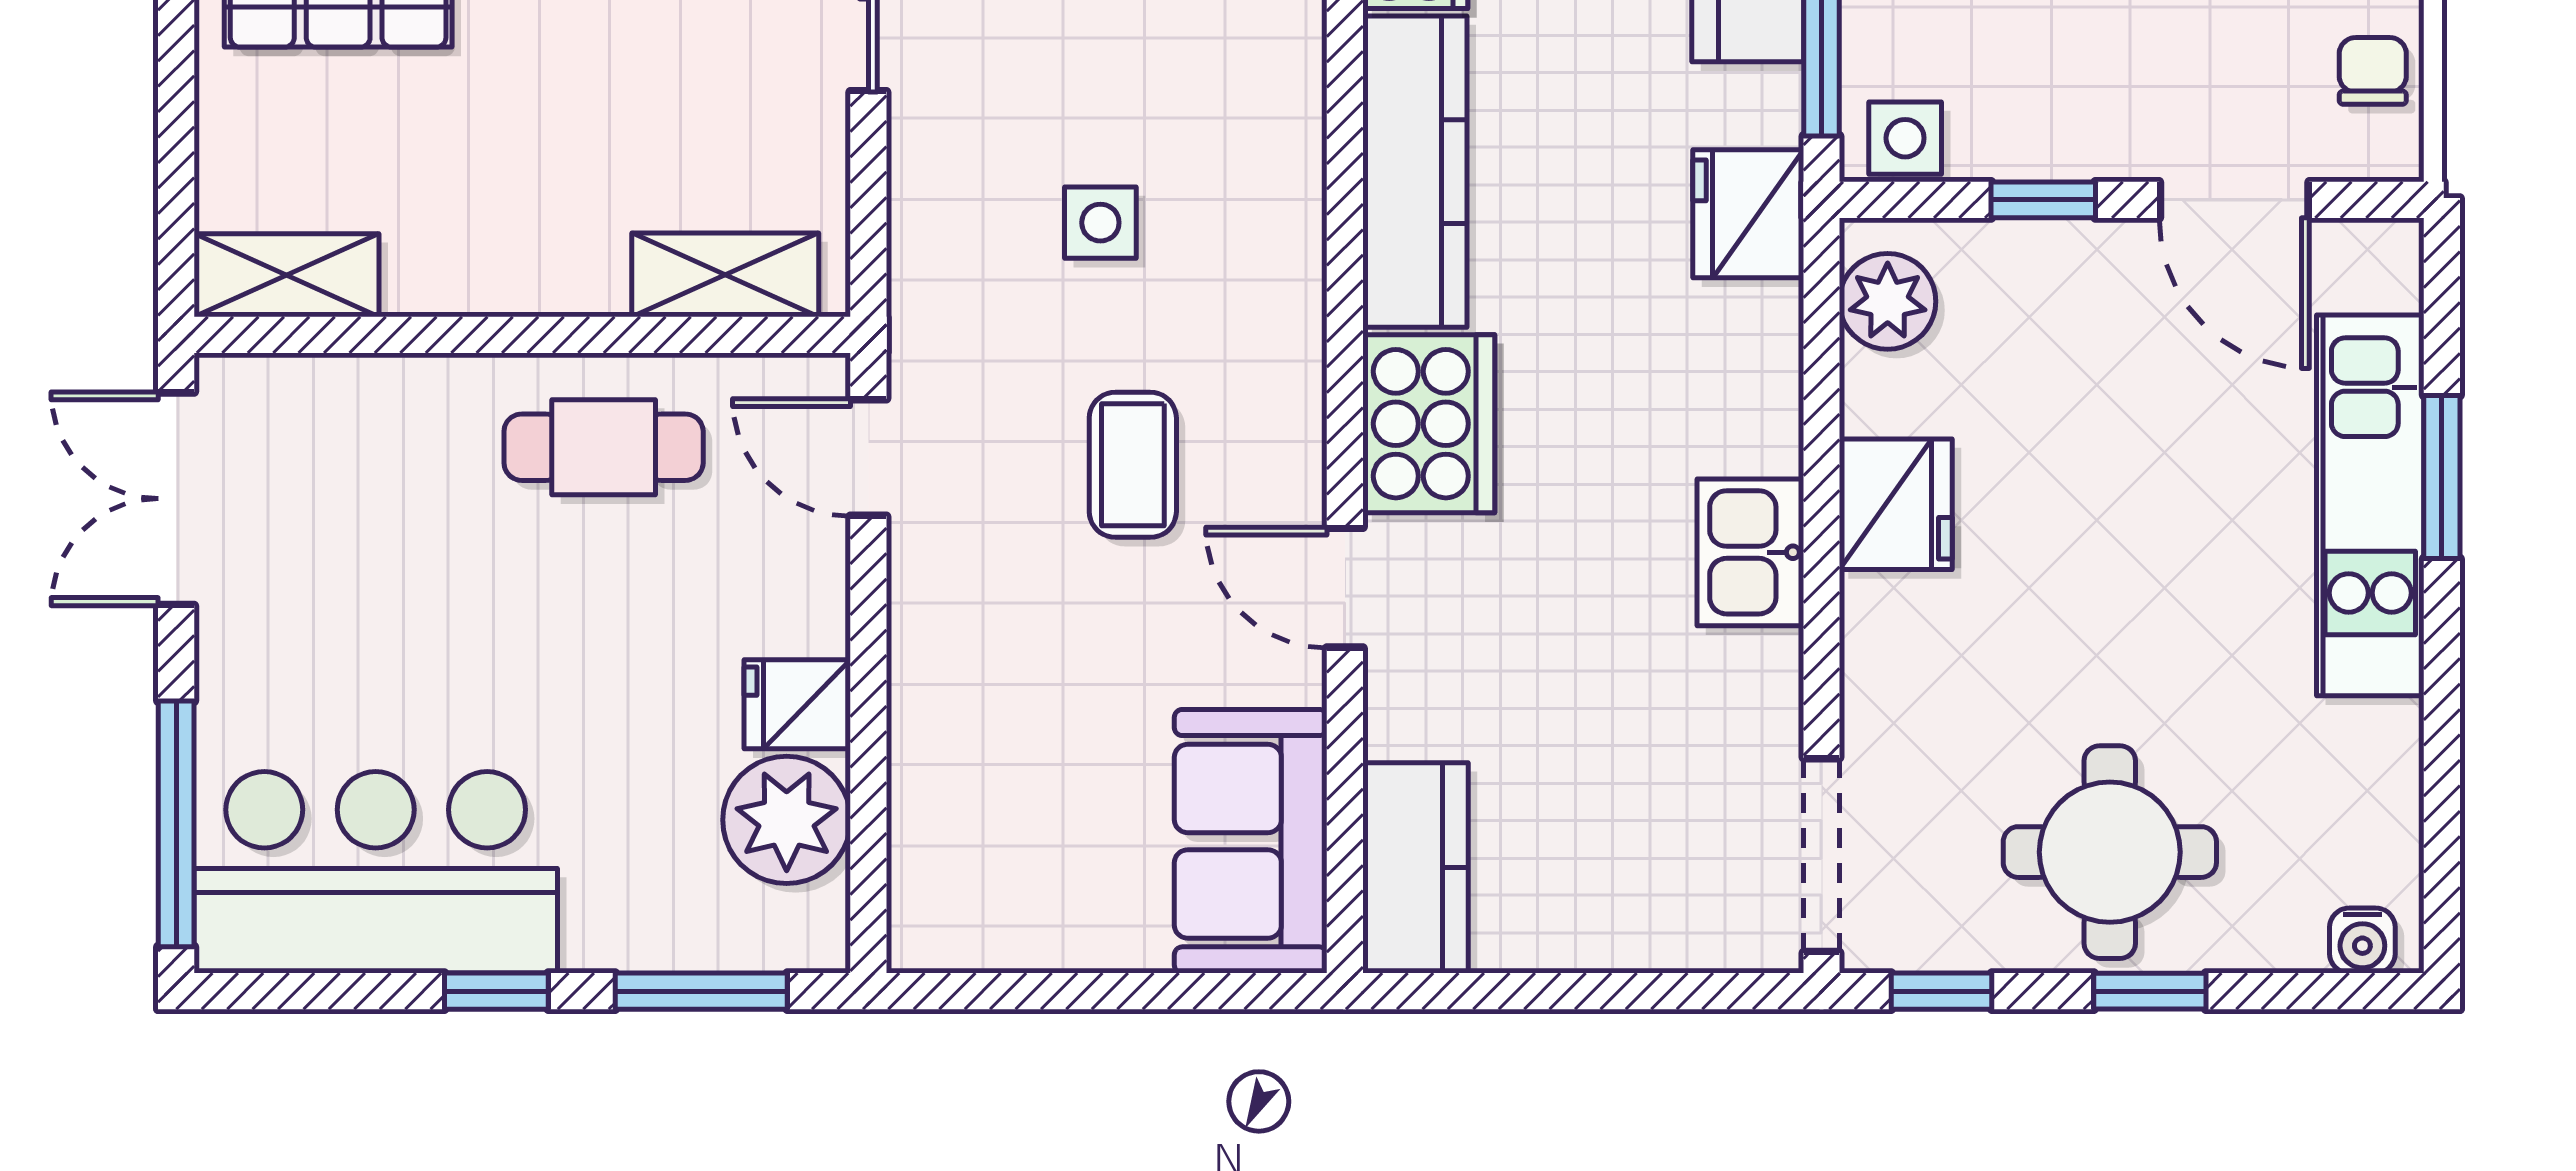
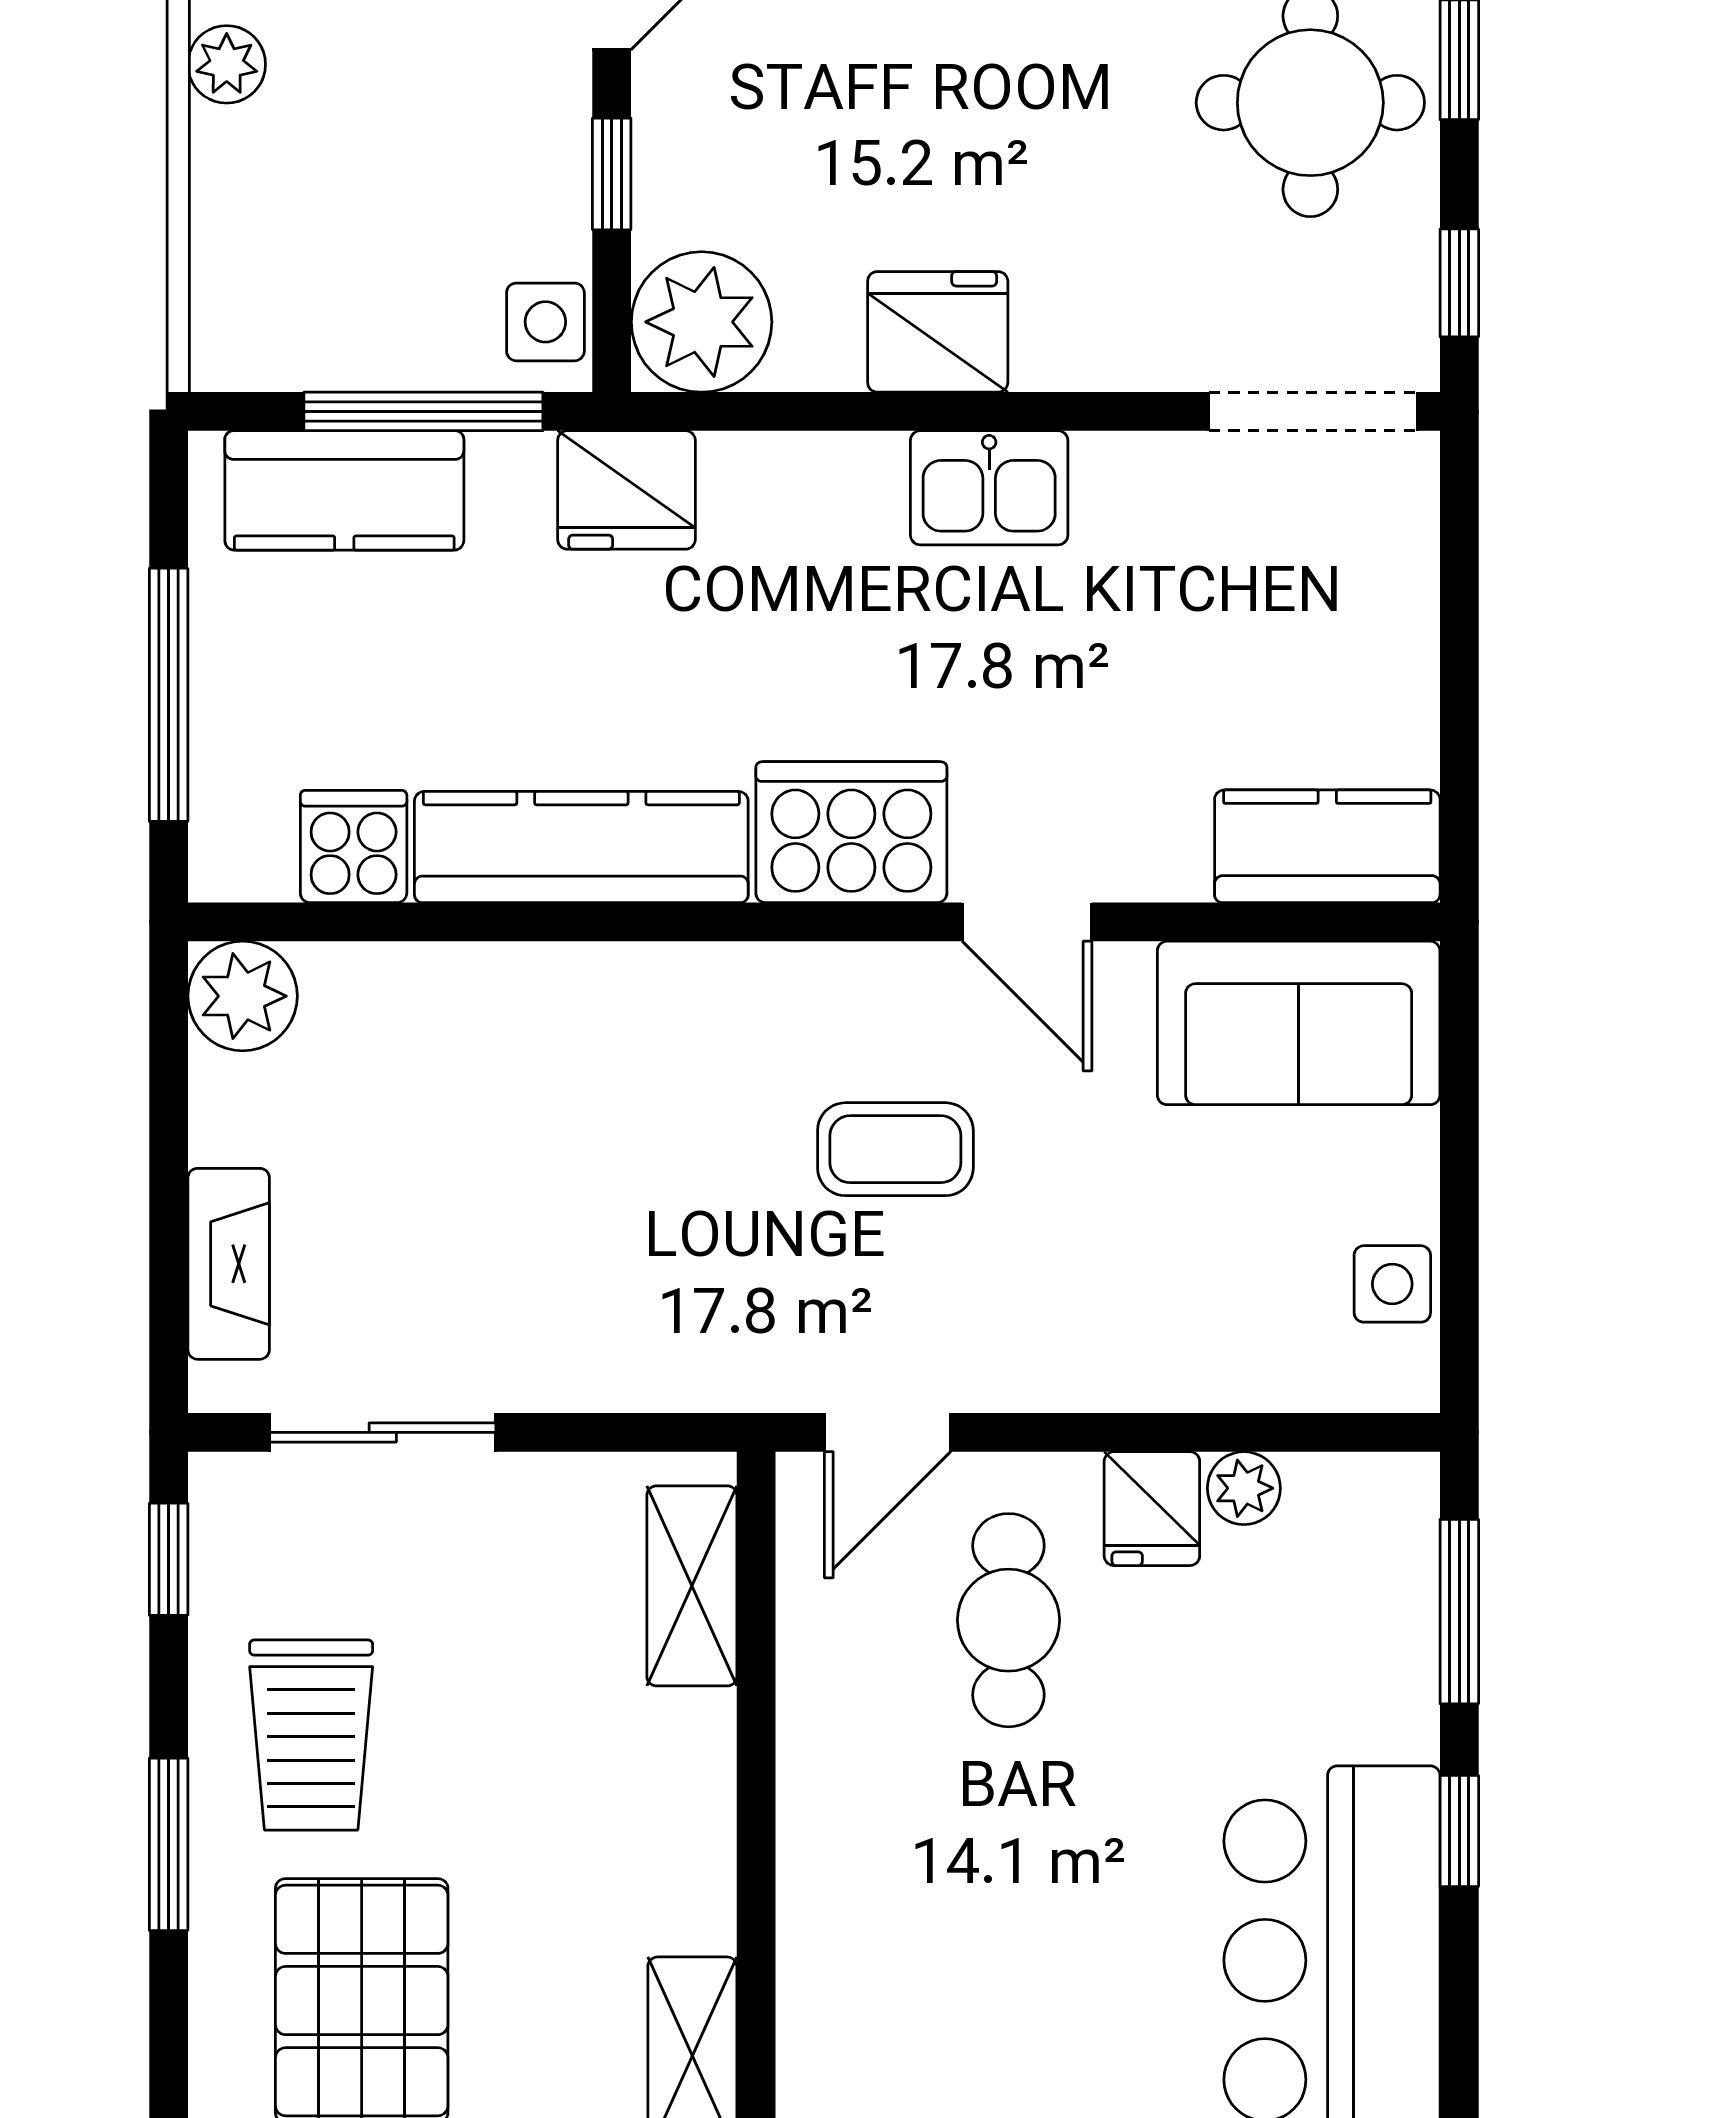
side table: (1100, 223) -> (1392, 1284), moved
plant: (1888, 301) -> (702, 322), width x1.36, depth x1.36
cafe table: (604, 447) -> (1008, 1620), moved
door: (1345, 588) -> (1027, 922), hinge flipped
plant: (787, 820) -> (1244, 1488), width x0.53, depth x0.53

